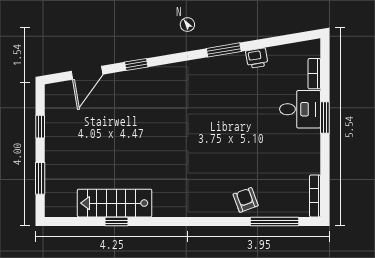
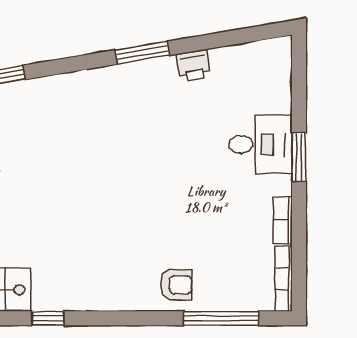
bookcase: (314, 74) -> (283, 220), moved
armchair: (246, 200) -> (176, 285), turned 110
window: (163, 222) -> (48, 318), added

